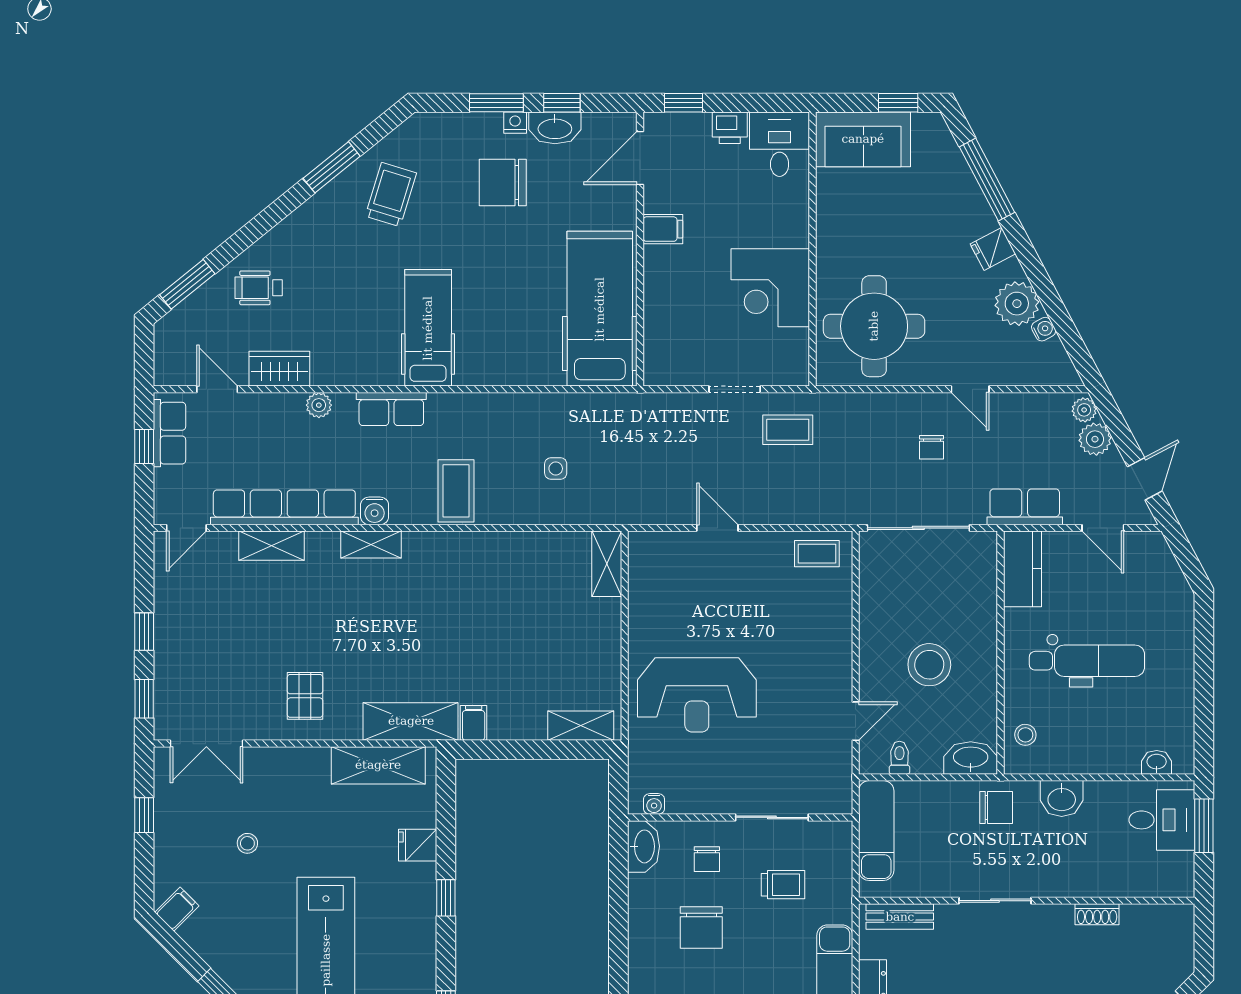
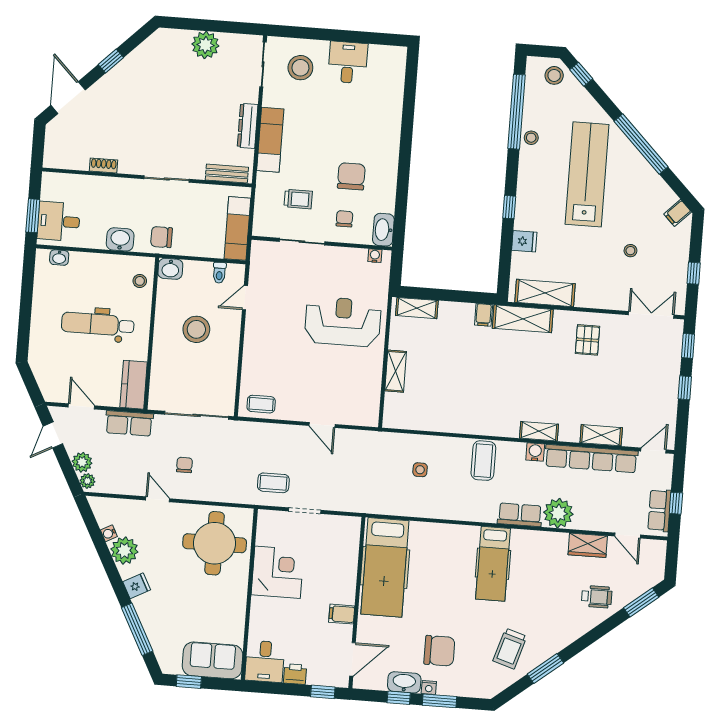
plant: (319, 405) -> (558, 513), width x1.88, depth x1.88
shelving: (607, 564) -> (396, 371), moved
washbasin: (971, 758) -> (170, 269), width x0.72
trolley: (783, 885) -> (298, 199), turned 180

